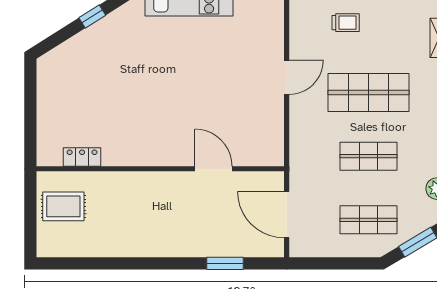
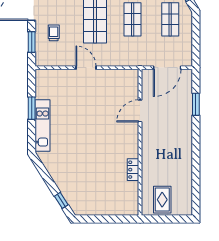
window: (92, 16) -> (61, 200), moved
locker: (82, 157) -> (133, 170), moved

